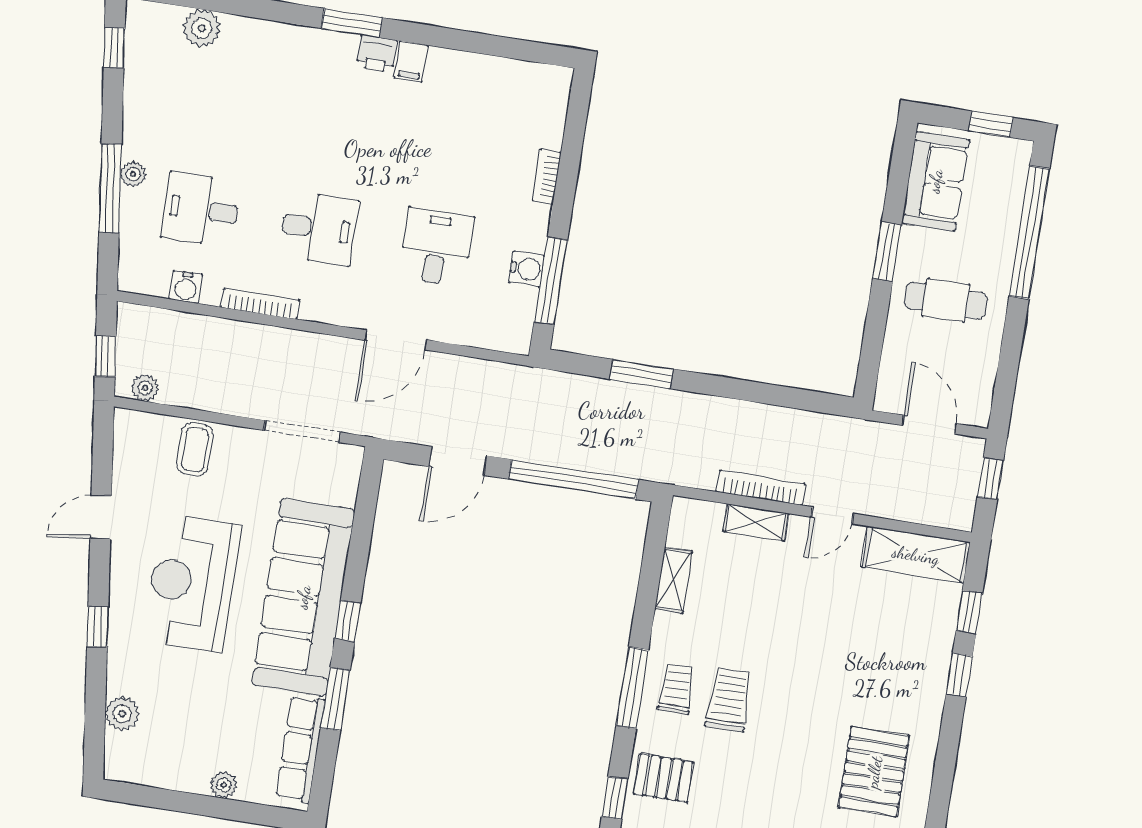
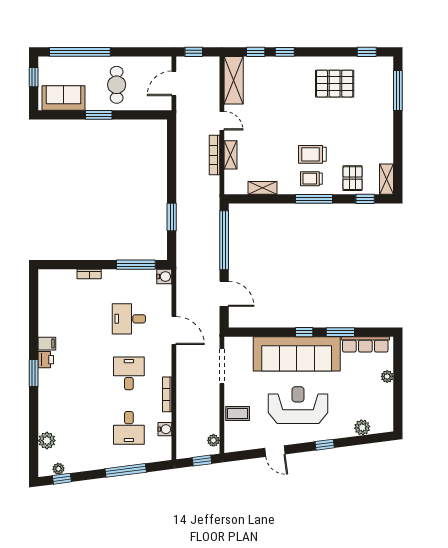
plant: (133, 174) -> (58, 469), moved
water cooler: (527, 269) -> (164, 276), moved, turned 90
reception desk: (192, 583) -> (298, 405), turned 180

